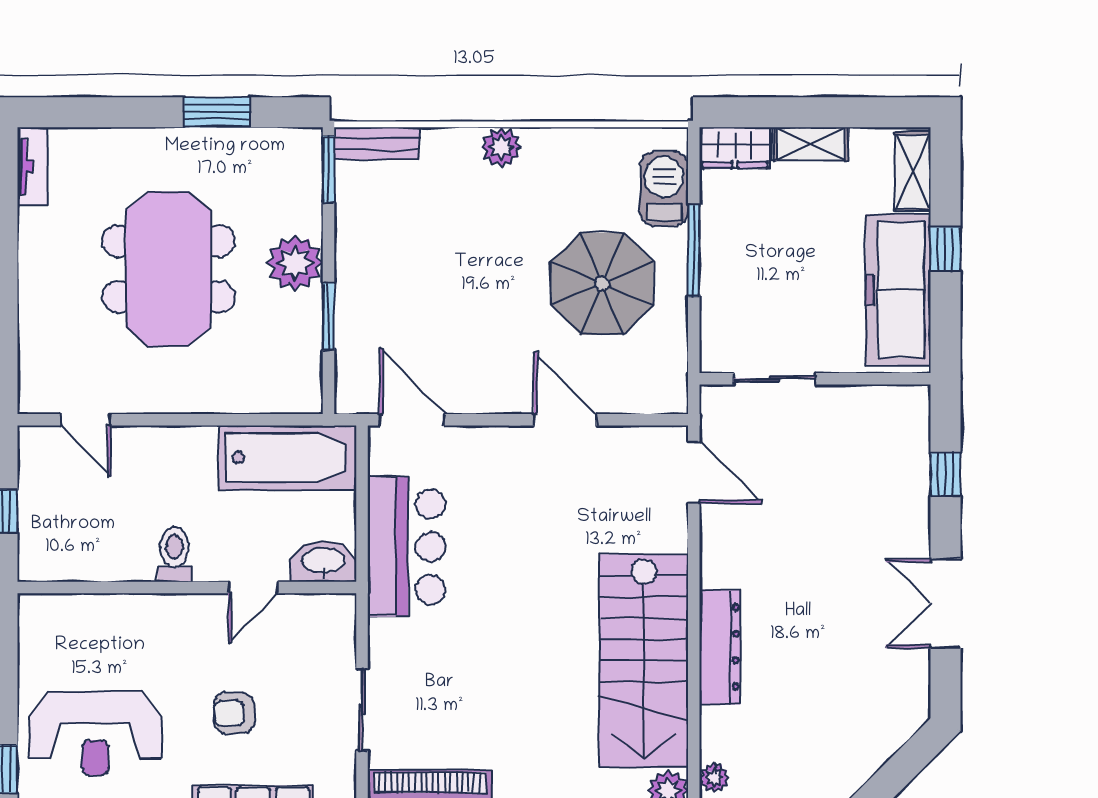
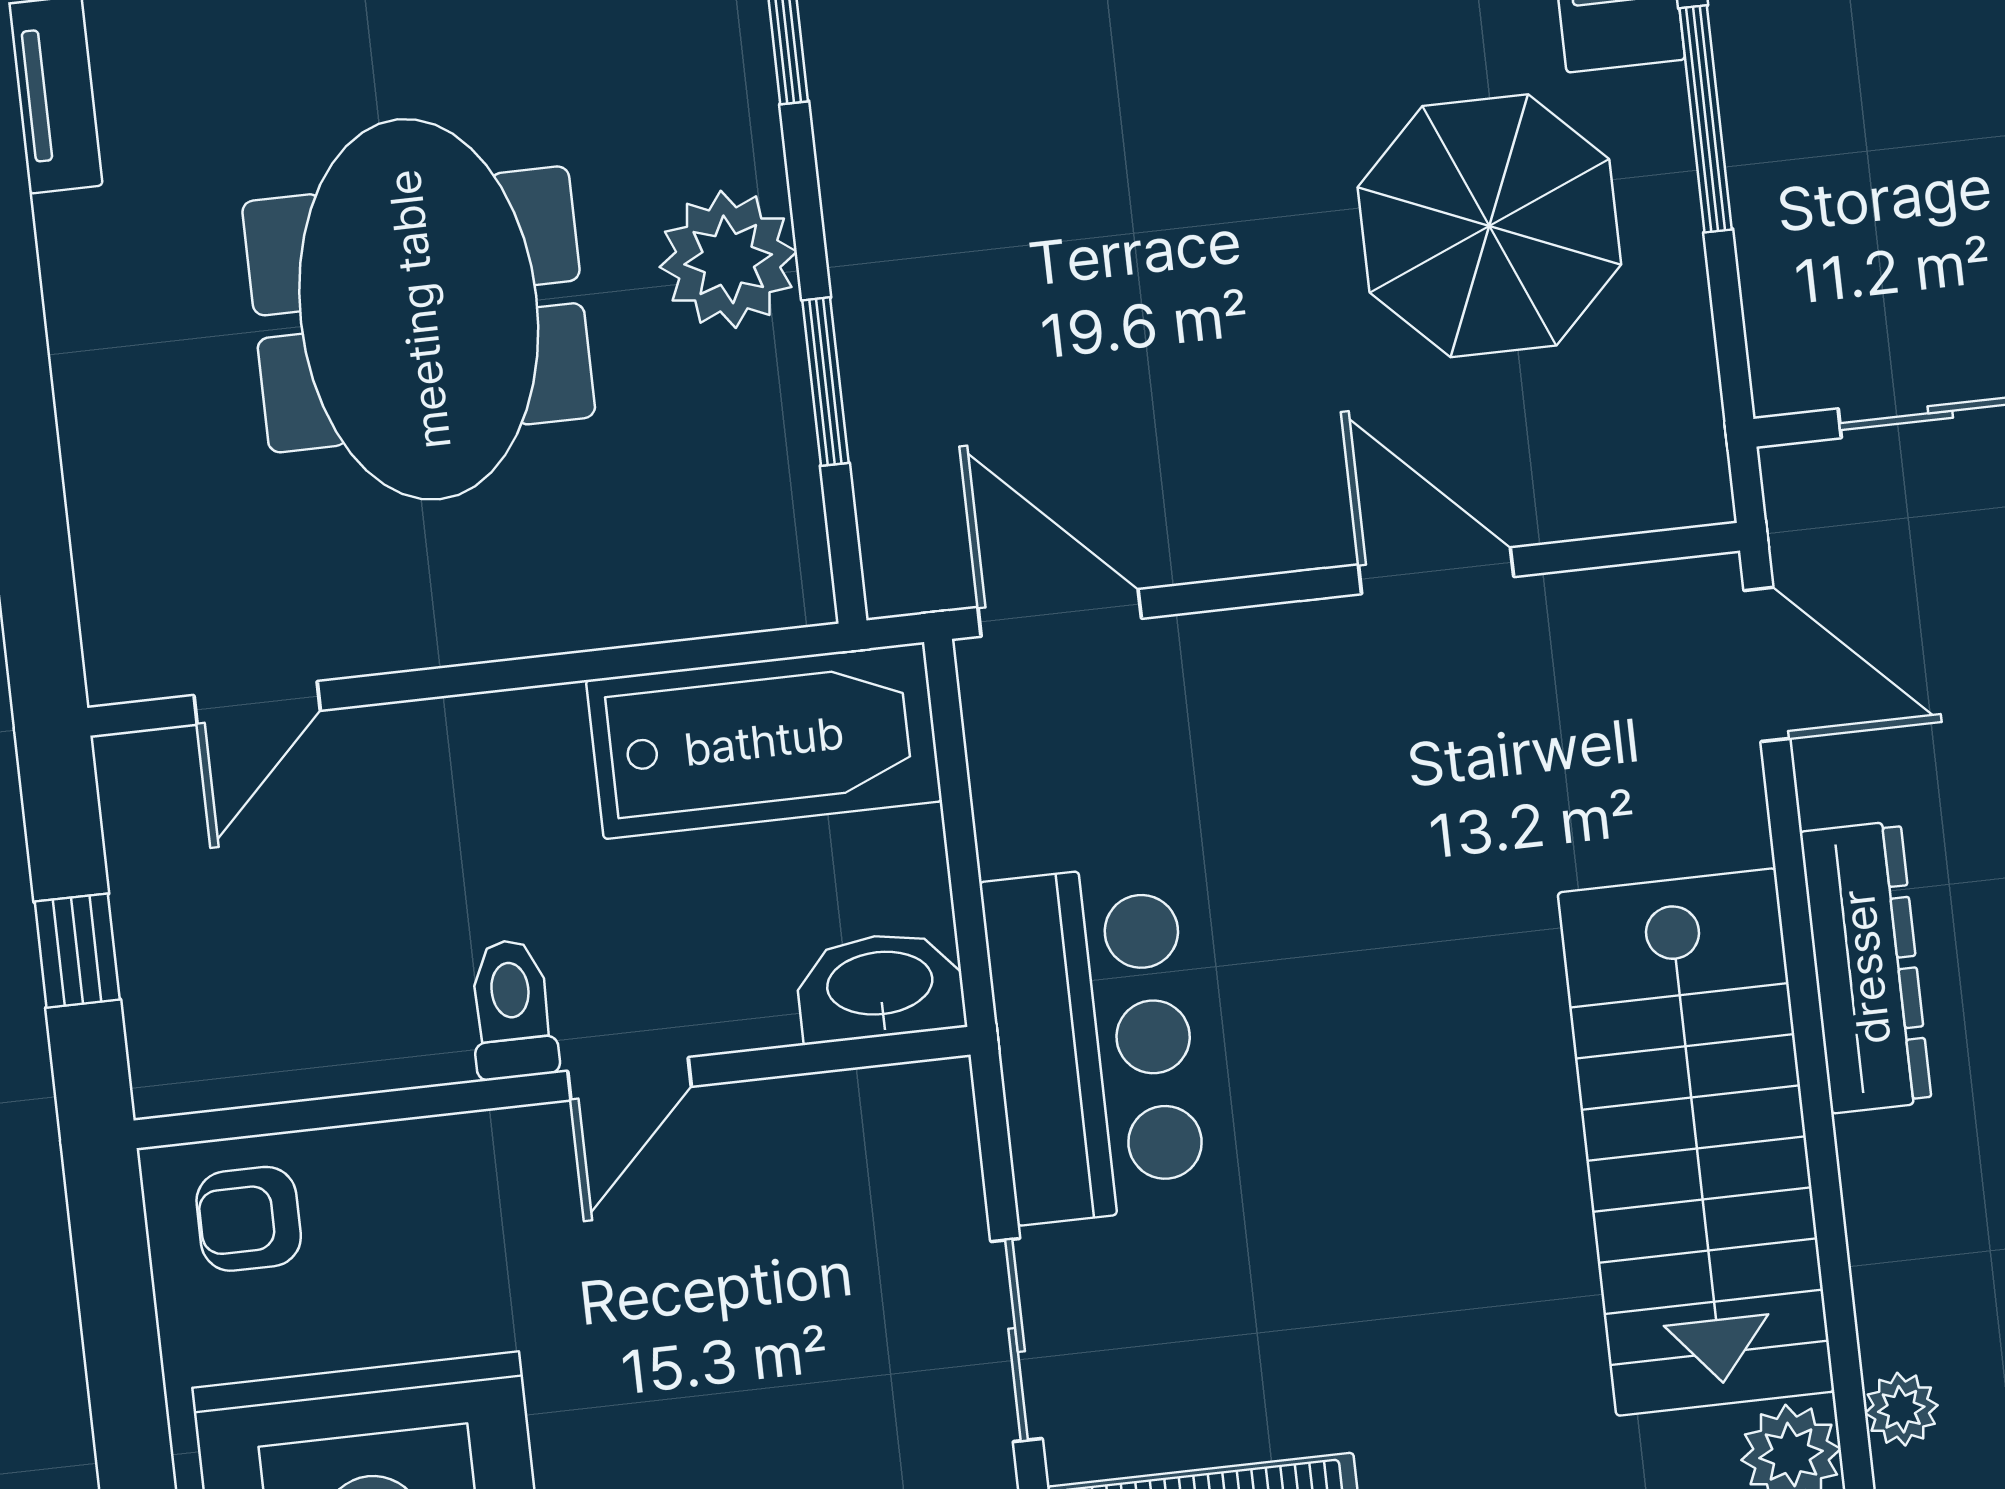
door: (86, 420) -> (257, 703), hinge flipped
bar counter: (407, 547) -> (1094, 1043), moved
door: (253, 587) -> (630, 1079), moved
dresser: (720, 647) -> (1866, 967), moved
armchair: (234, 713) -> (249, 1219), moved

